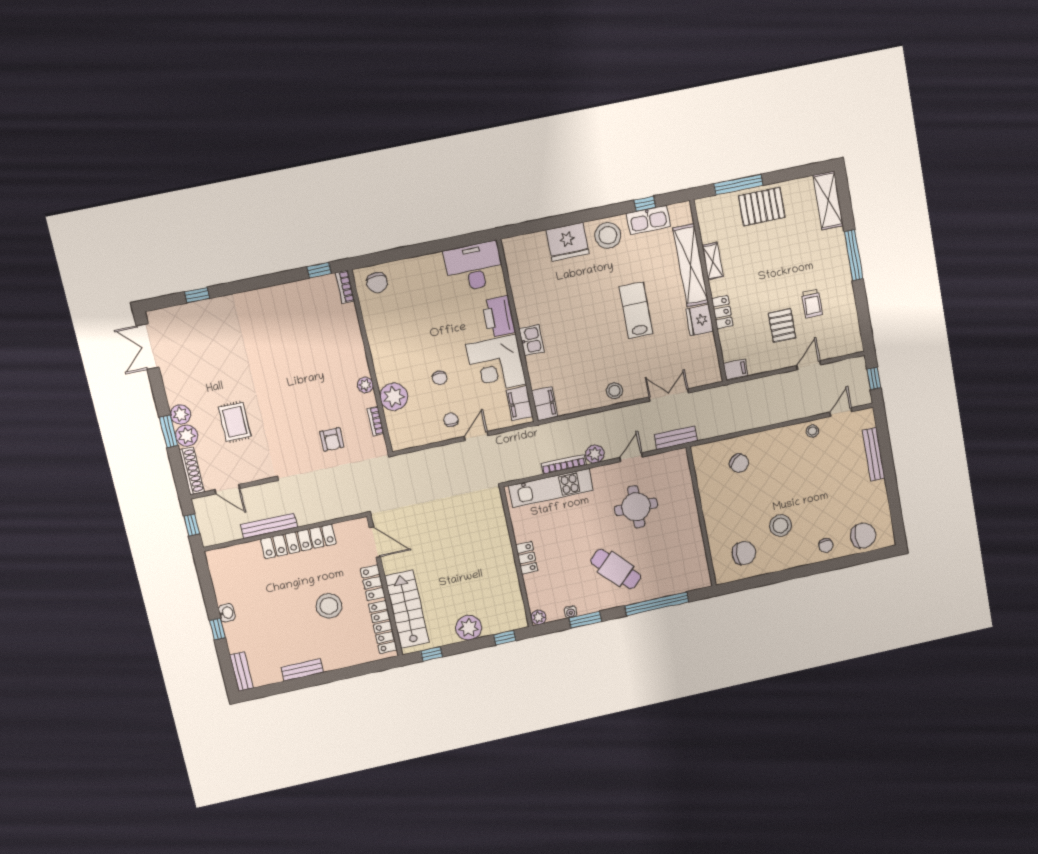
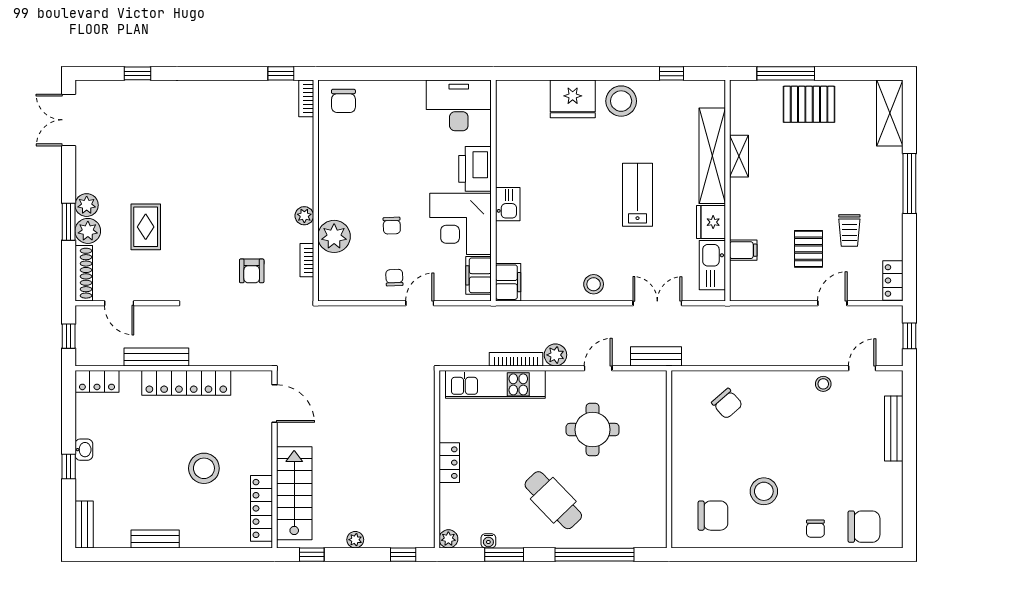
kitchen sink: (648, 220) -> (712, 265), moved, turned 90
locker: (722, 312) -> (893, 280), moved, turned 180
filing cabinet: (736, 369) -> (743, 250), moved
locker: (373, 583) -> (97, 381), moved, turned -90
plant: (469, 628) -> (355, 540), width x0.53, depth x0.53

